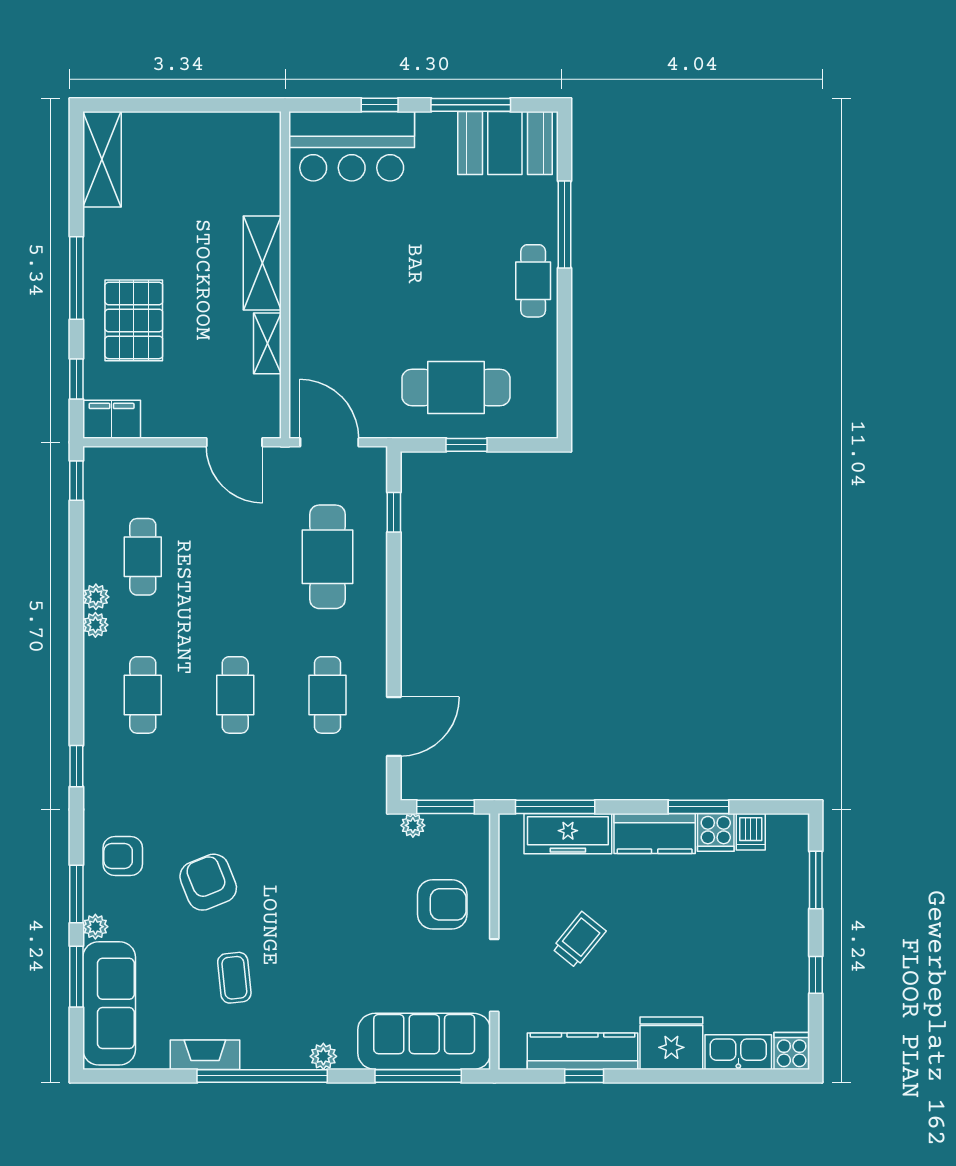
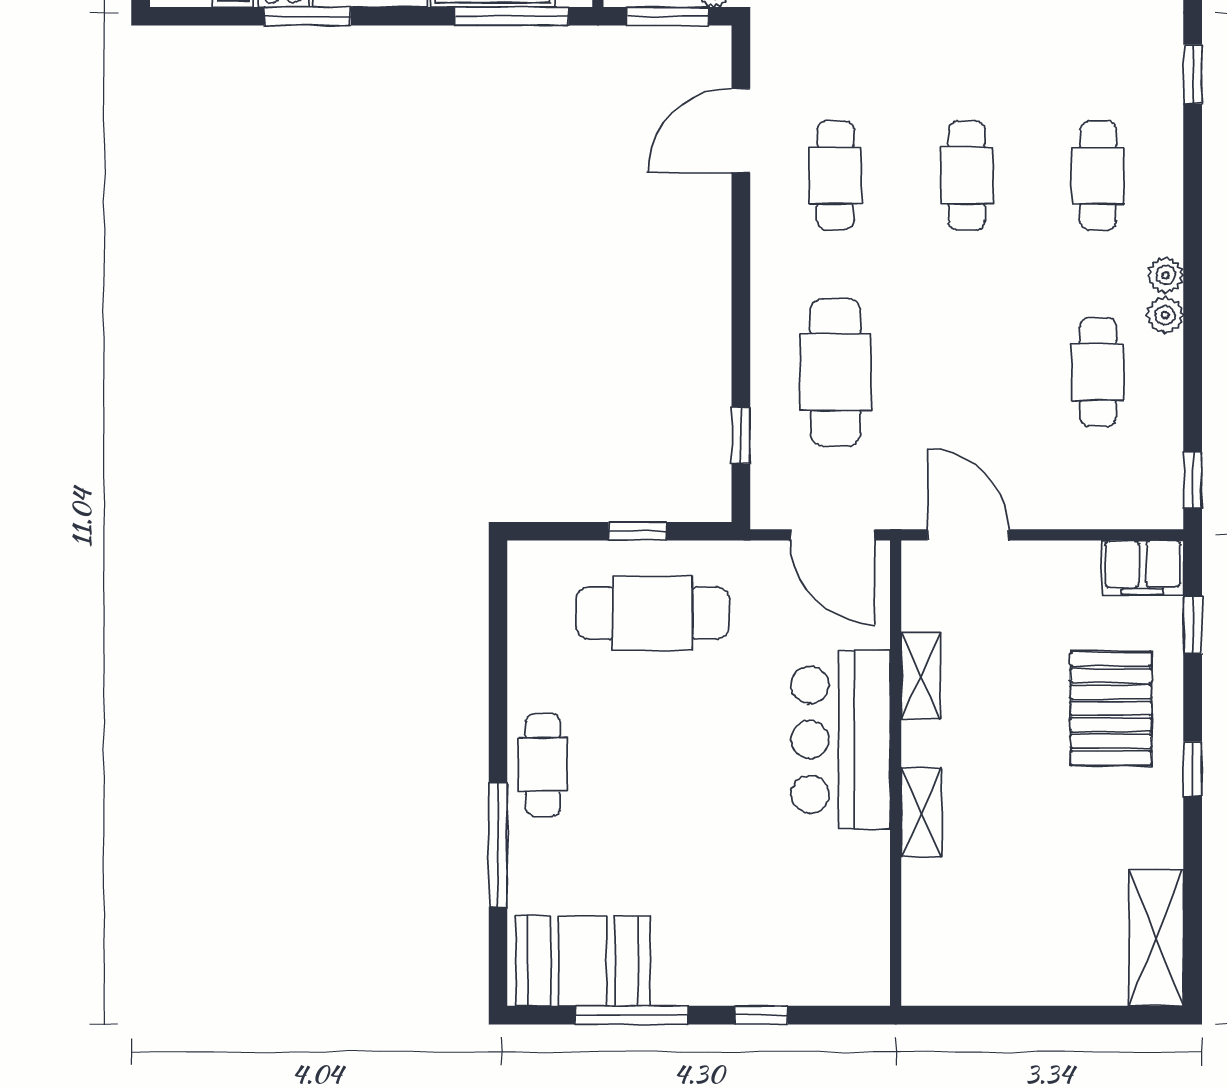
bar counter: (352, 146) -> (841, 740), moved, turned -90
shelving: (262, 263) -> (921, 812), width x0.67, depth x0.75
window: (76, 278) -> (1193, 769), width x0.46

